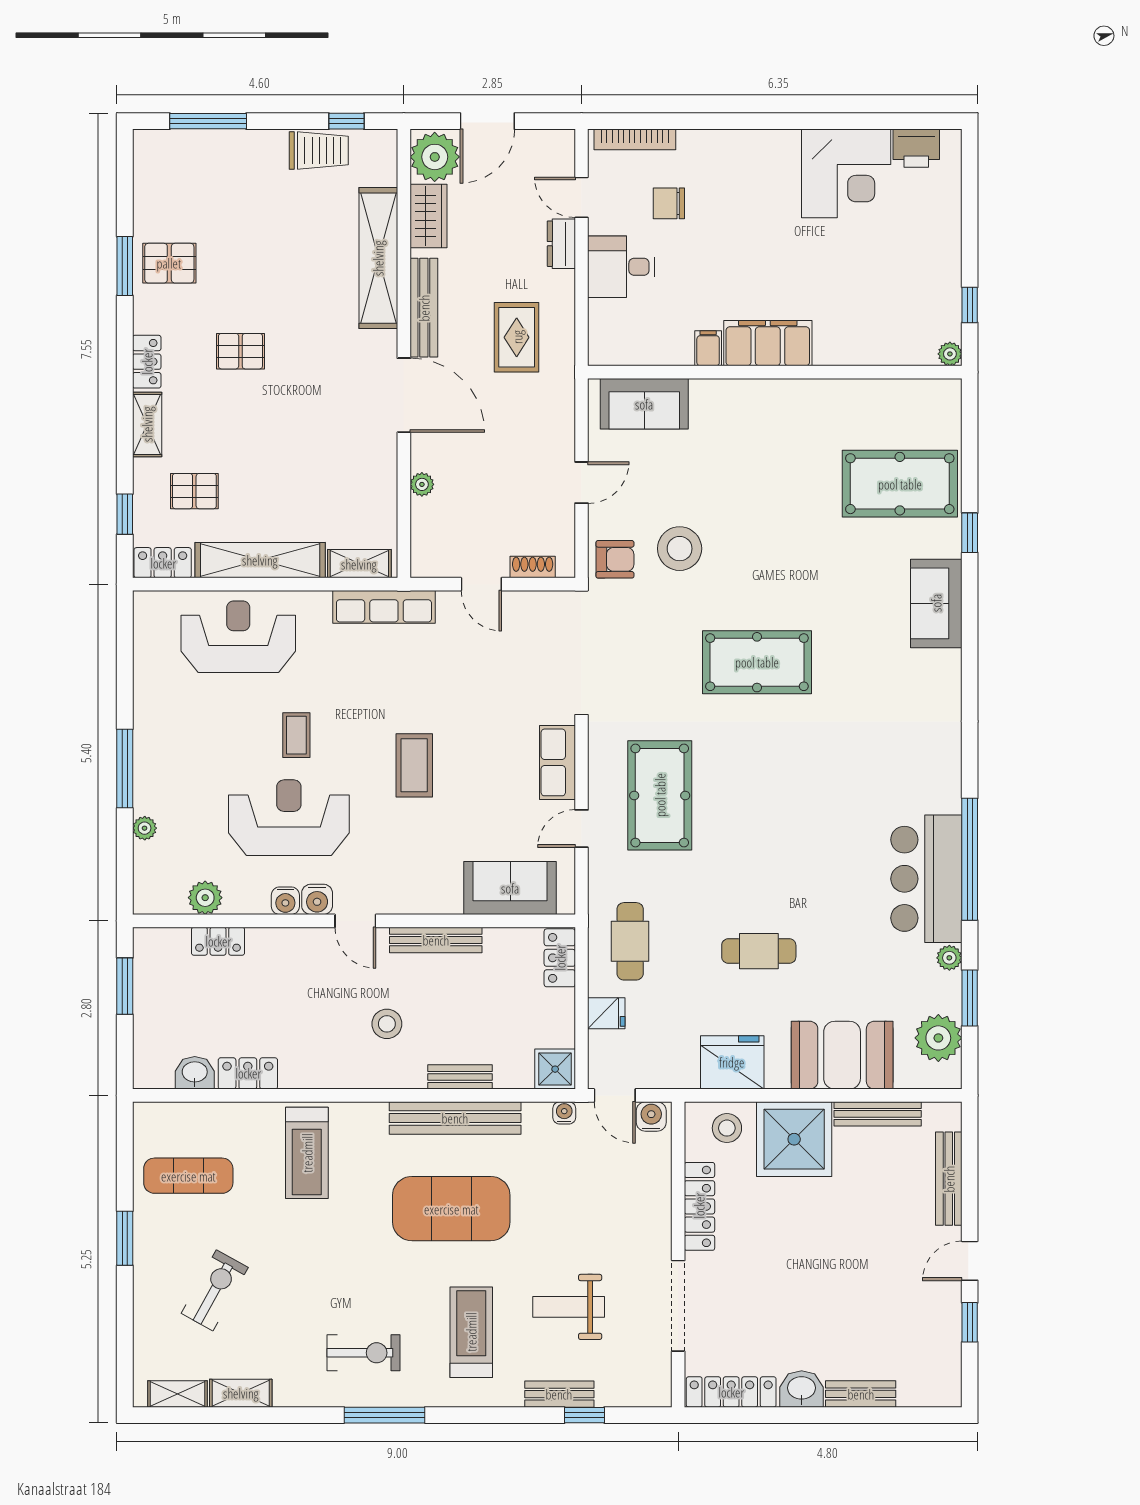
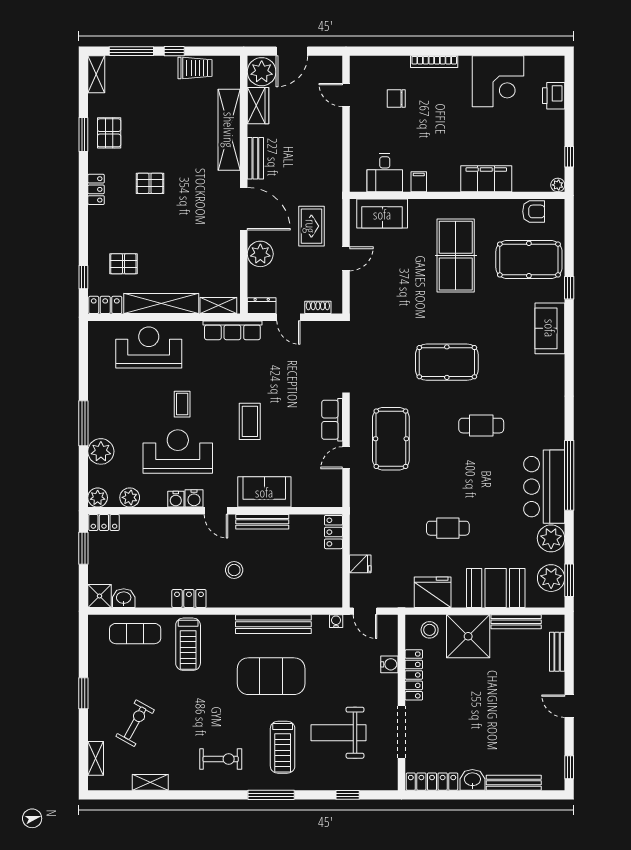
window: (346, 121) -> (174, 51), moved
bookcase: (635, 139) -> (434, 62), moved
printer: (916, 148) -> (554, 96), moved, turned 90
dresser: (561, 244) -> (262, 306), moved, turned 90
pallet: (169, 263) -> (109, 133), turned 90
desk: (621, 267) -> (385, 173), moved, turned -90
bench: (424, 308) -> (255, 158), width x0.73
rug: (517, 337) -> (311, 226), moved
filing cabinet: (768, 343) -> (486, 179), moved
shelving: (147, 424) -> (96, 74), moved
table tennis table: (772, 477) -> (456, 256), added
plant: (422, 484) -> (260, 254), width x1.88, depth x1.88
stool: (680, 549) -> (402, 297), removed
armchair: (615, 559) -> (534, 211), moved
plant: (145, 828) -> (101, 451), width x1.88, depth x1.88
sofa: (510, 888) -> (264, 492), moved
plant: (149, 898) -> (98, 498), added
locker: (218, 941) -> (104, 522), moved
cafe table: (630, 941) -> (481, 426), moved, turned 90
plant: (949, 958) -> (551, 538), width x1.88, depth x1.88
window: (970, 998) -> (569, 580), moved
shower: (555, 1069) -> (100, 596), moved
locker: (248, 1073) -> (189, 599), moved
bench: (460, 1077) -> (276, 601), removed
water cooler: (651, 1117) -> (389, 664), moved, turned 90
exercise mat: (188, 1176) -> (135, 634), moved
bench: (949, 1179) -> (557, 652), width x0.73
door: (970, 1261) -> (569, 706), hinge flipped
weight bench: (569, 1307) -> (339, 733), width x1.36, depth x1.33
window: (970, 1322) -> (569, 767), moved
treadmill: (471, 1332) -> (283, 747), turned 180
shelving: (177, 1394) -> (96, 758), moved, turned 90
bench: (559, 1394) -> (333, 783), removed
bench: (861, 1394) -> (514, 783), width x1.36
window: (384, 1415) -> (271, 795), moved

